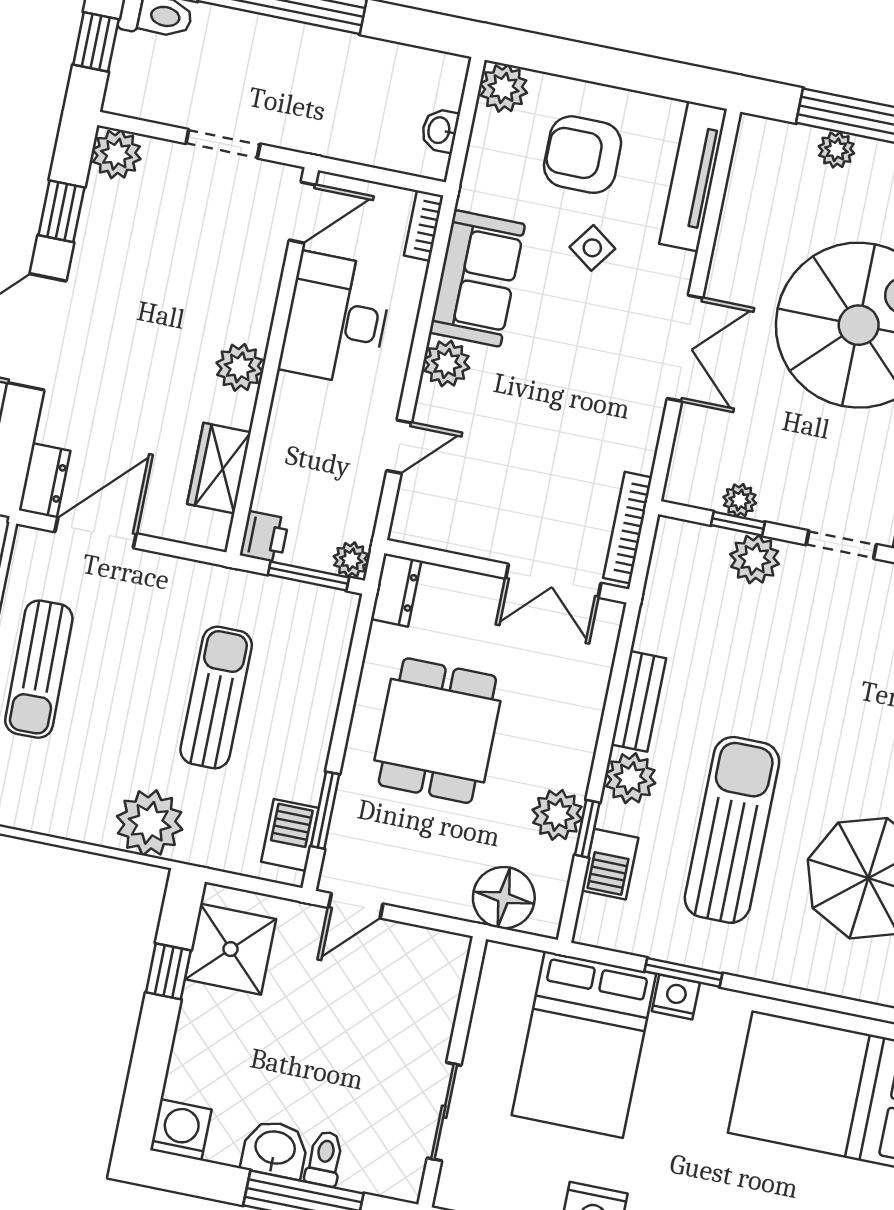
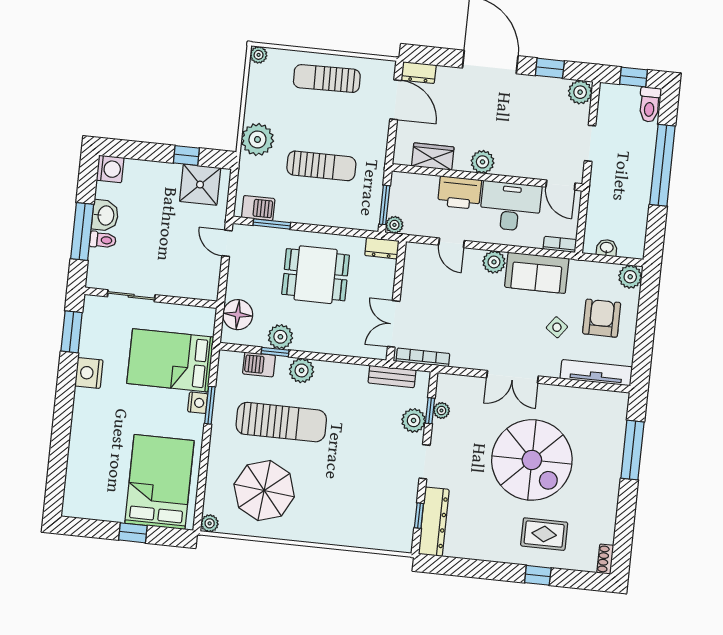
plant: (836, 150) -> (616, 441), removed
printer: (264, 537) -> (460, 193), moved, width x1.87, depth x1.48
bench: (639, 701) -> (392, 376), moved

